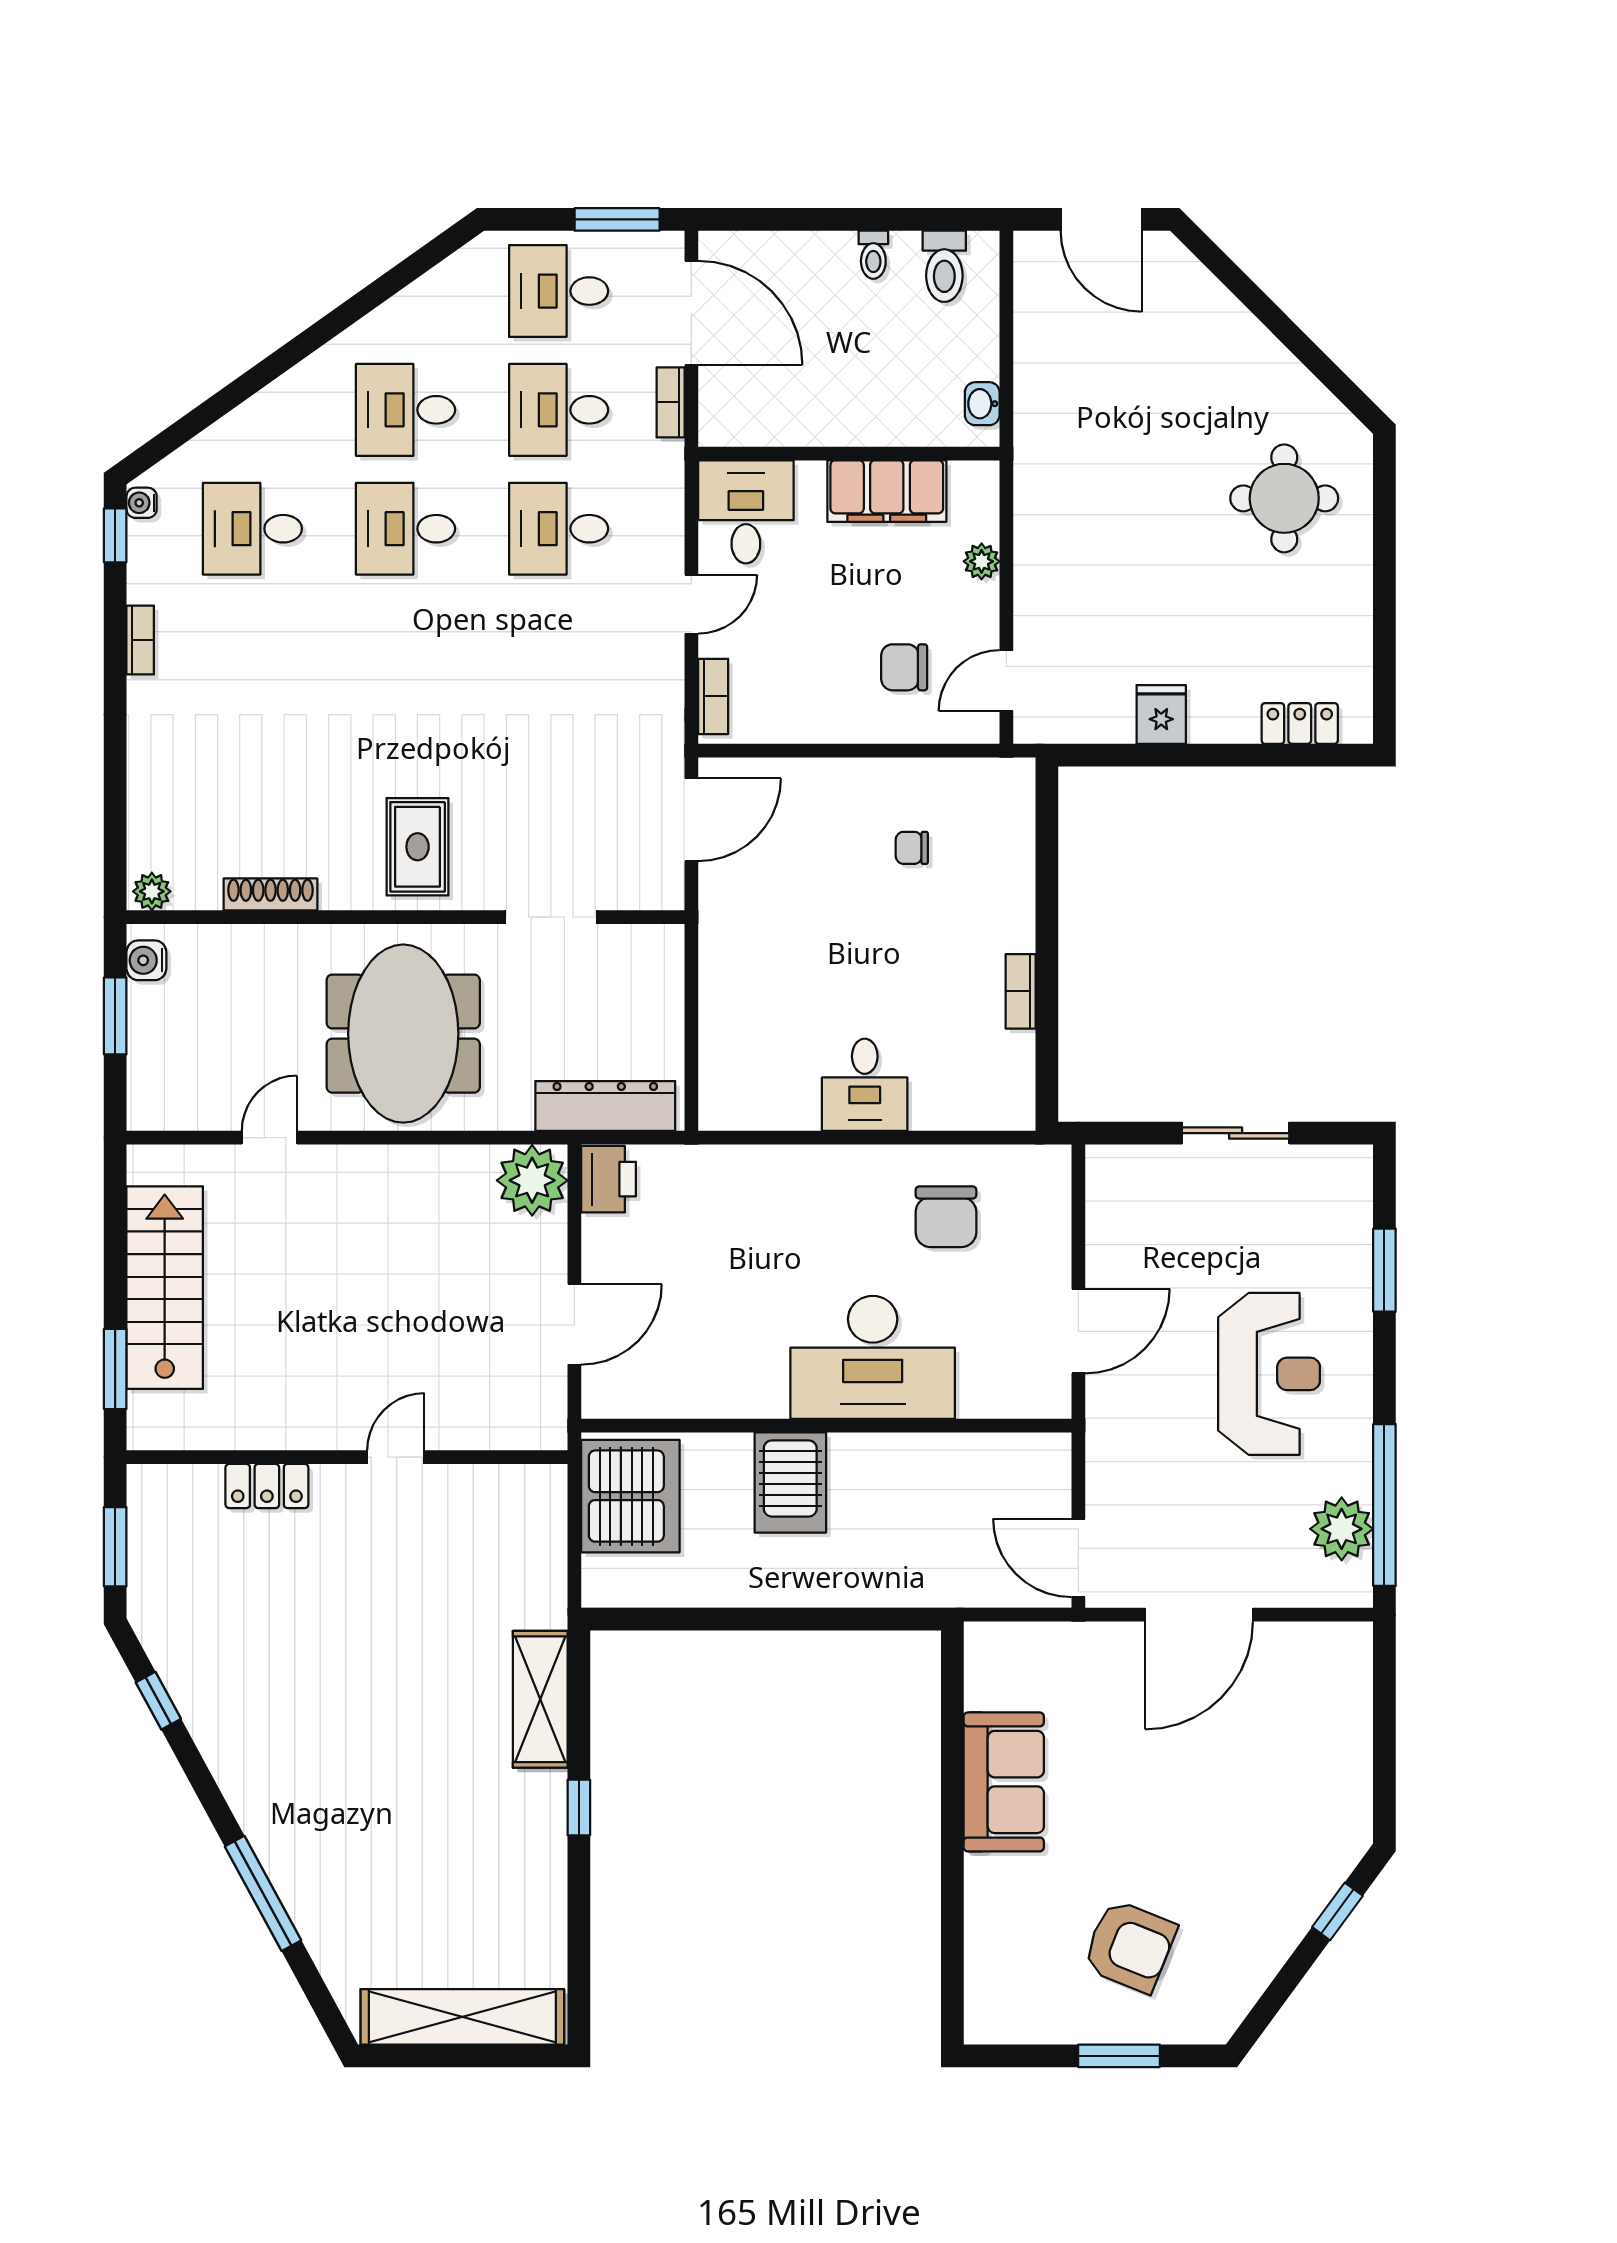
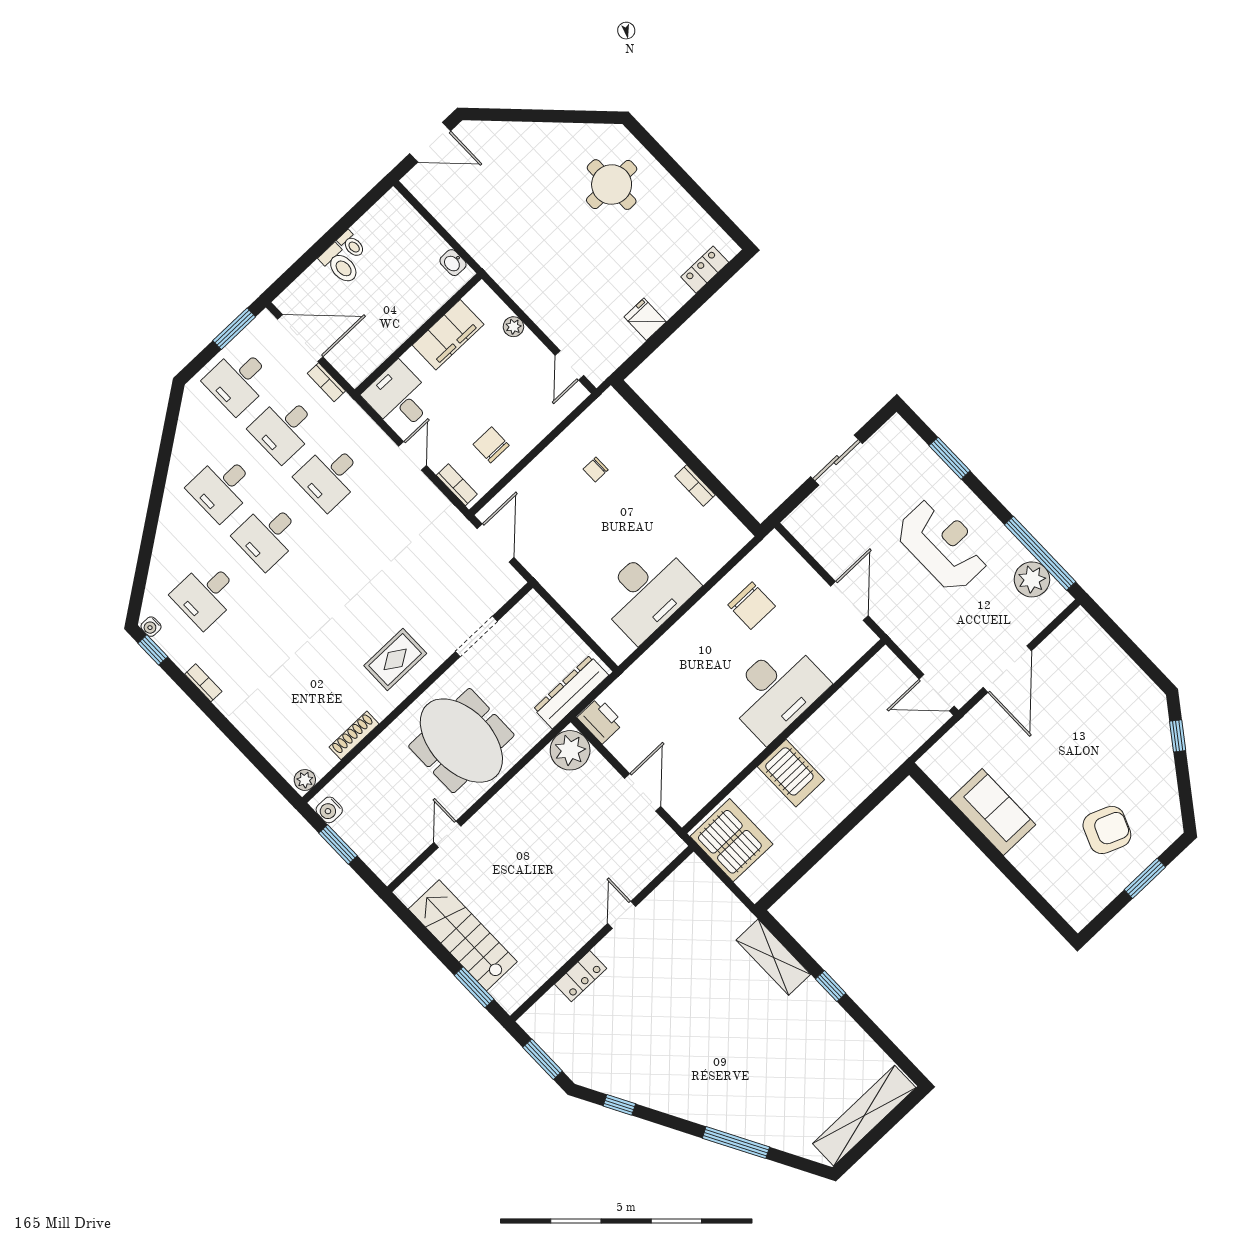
toilet: (944, 266) -> (340, 264), moved
chair: (904, 667) -> (491, 445), moved, turned 90
rug: (418, 847) -> (395, 659), turned 90
desk: (865, 1085) -> (647, 592), width x1.87, depth x1.30

